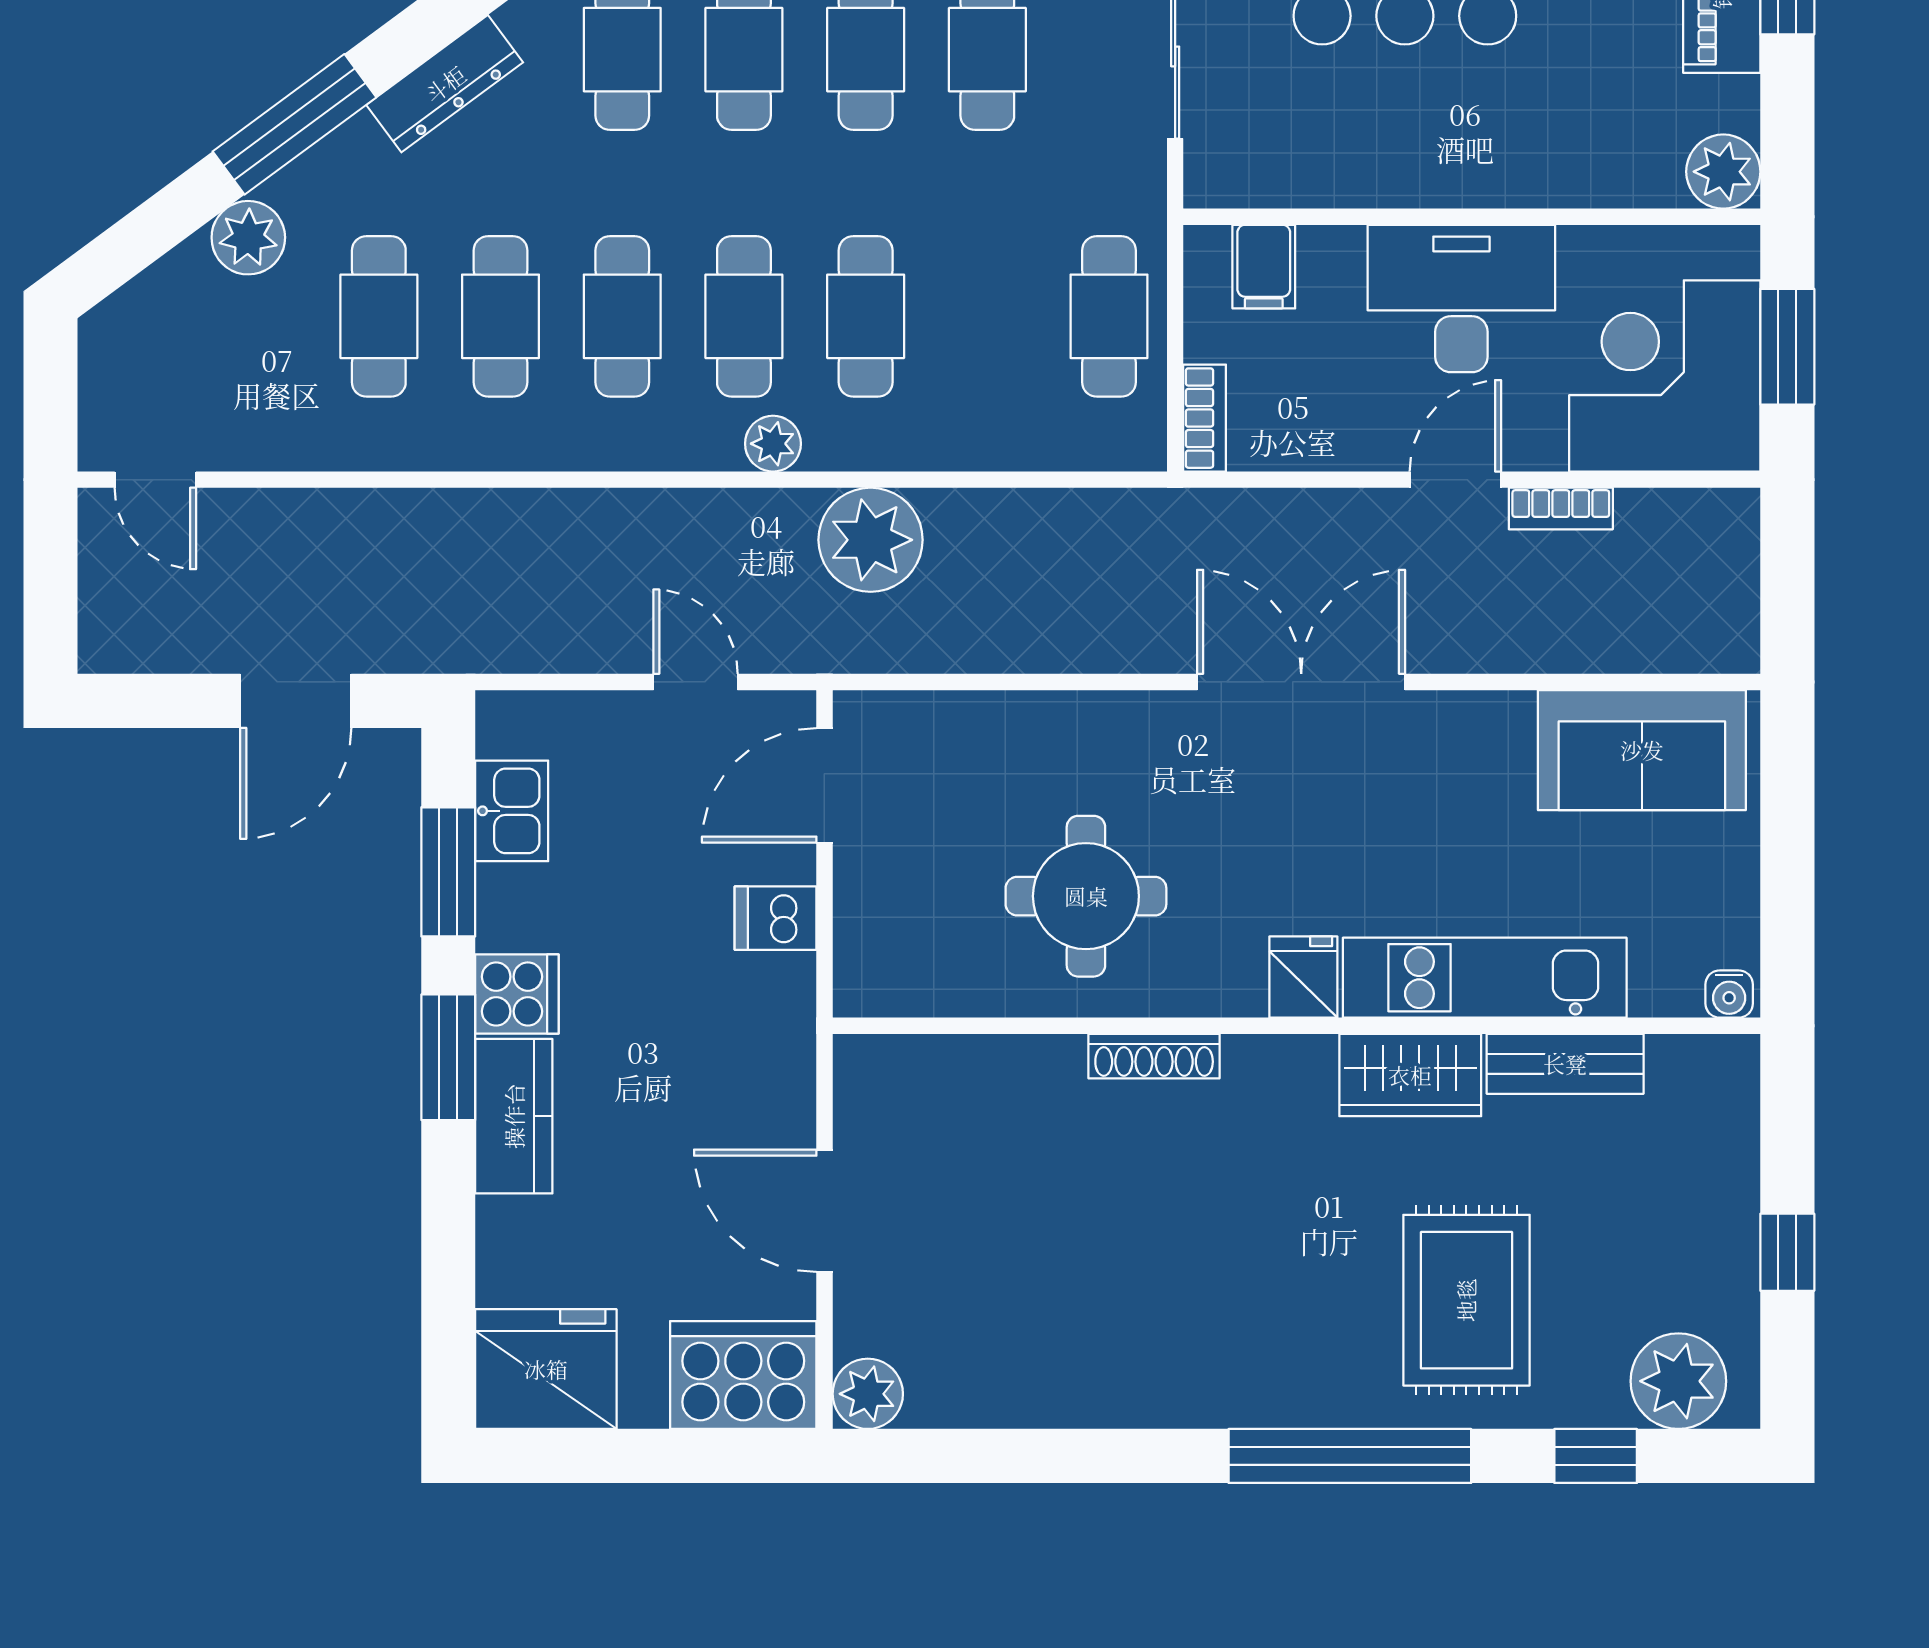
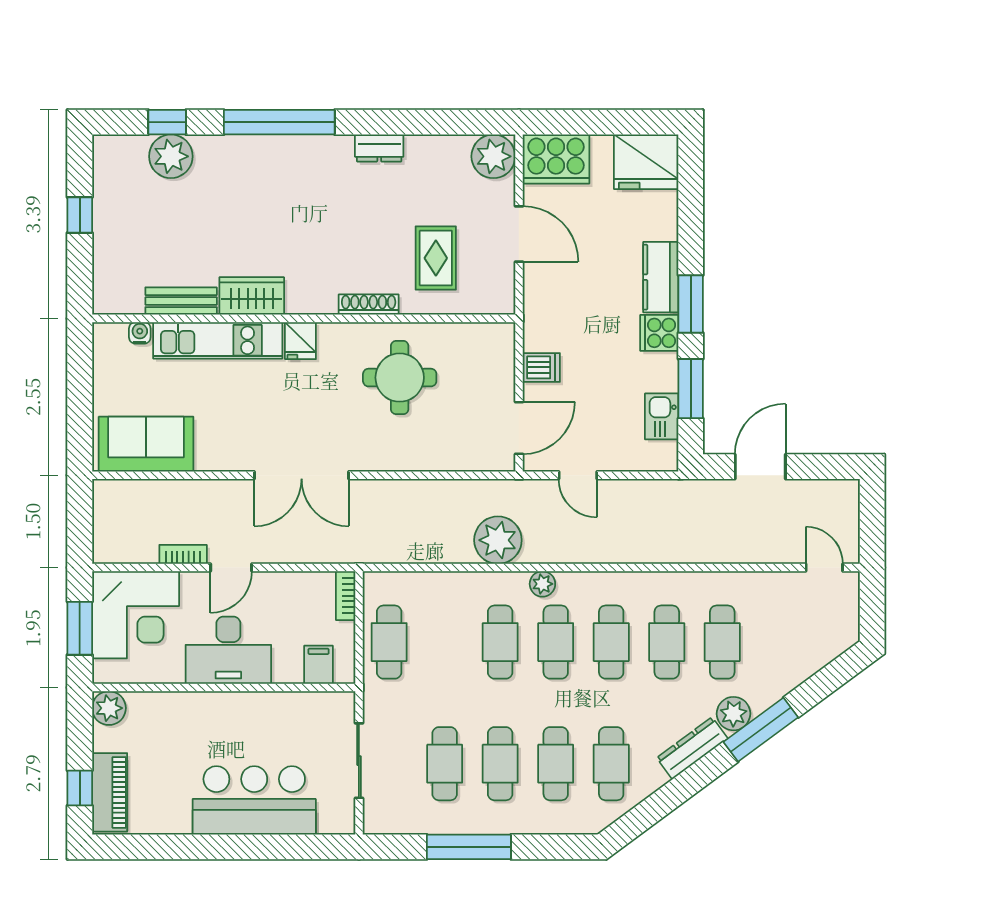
plant: (248, 238) -> (733, 714), moved
water cooler: (1729, 994) -> (140, 333), moved
rug: (1466, 1300) -> (436, 258), moved, width x0.73, depth x0.70
plant: (1678, 1381) -> (171, 156), moved
plant: (868, 1394) -> (493, 156), width x1.36, depth x1.36
dresser: (1131, 1399) -> (379, 148), added

